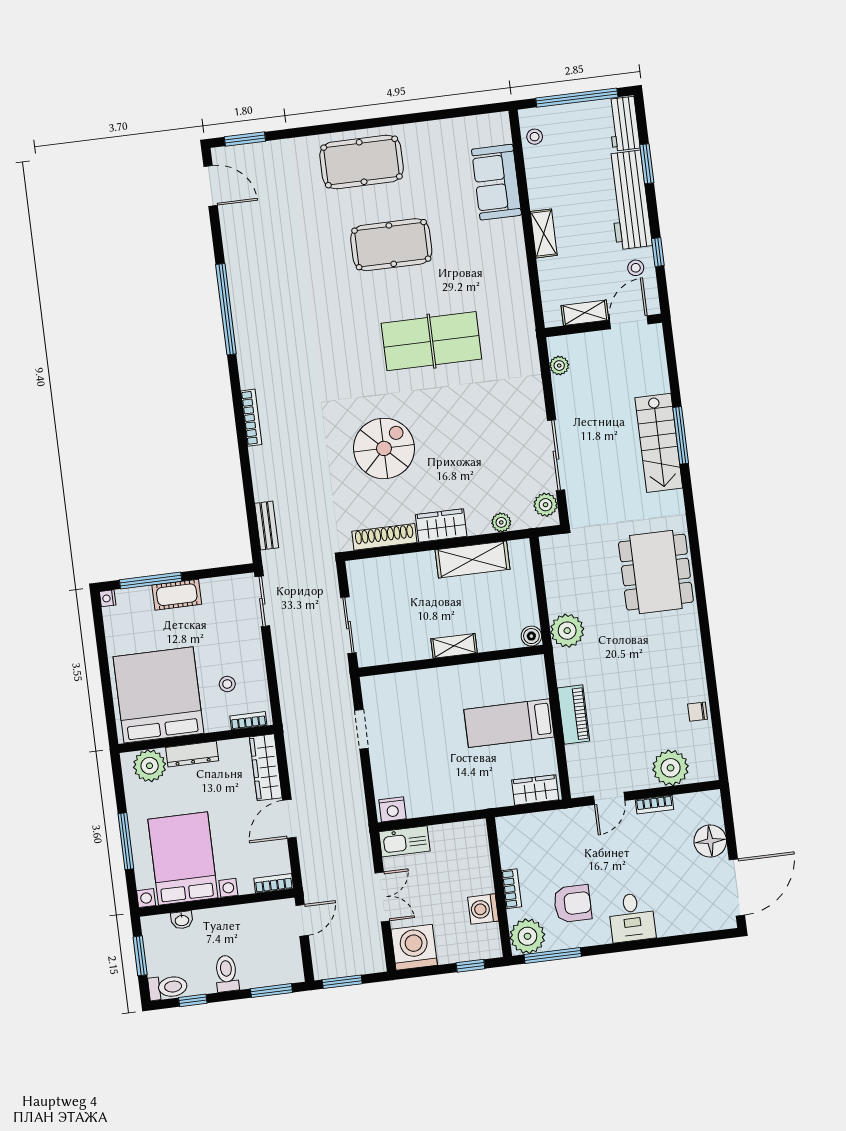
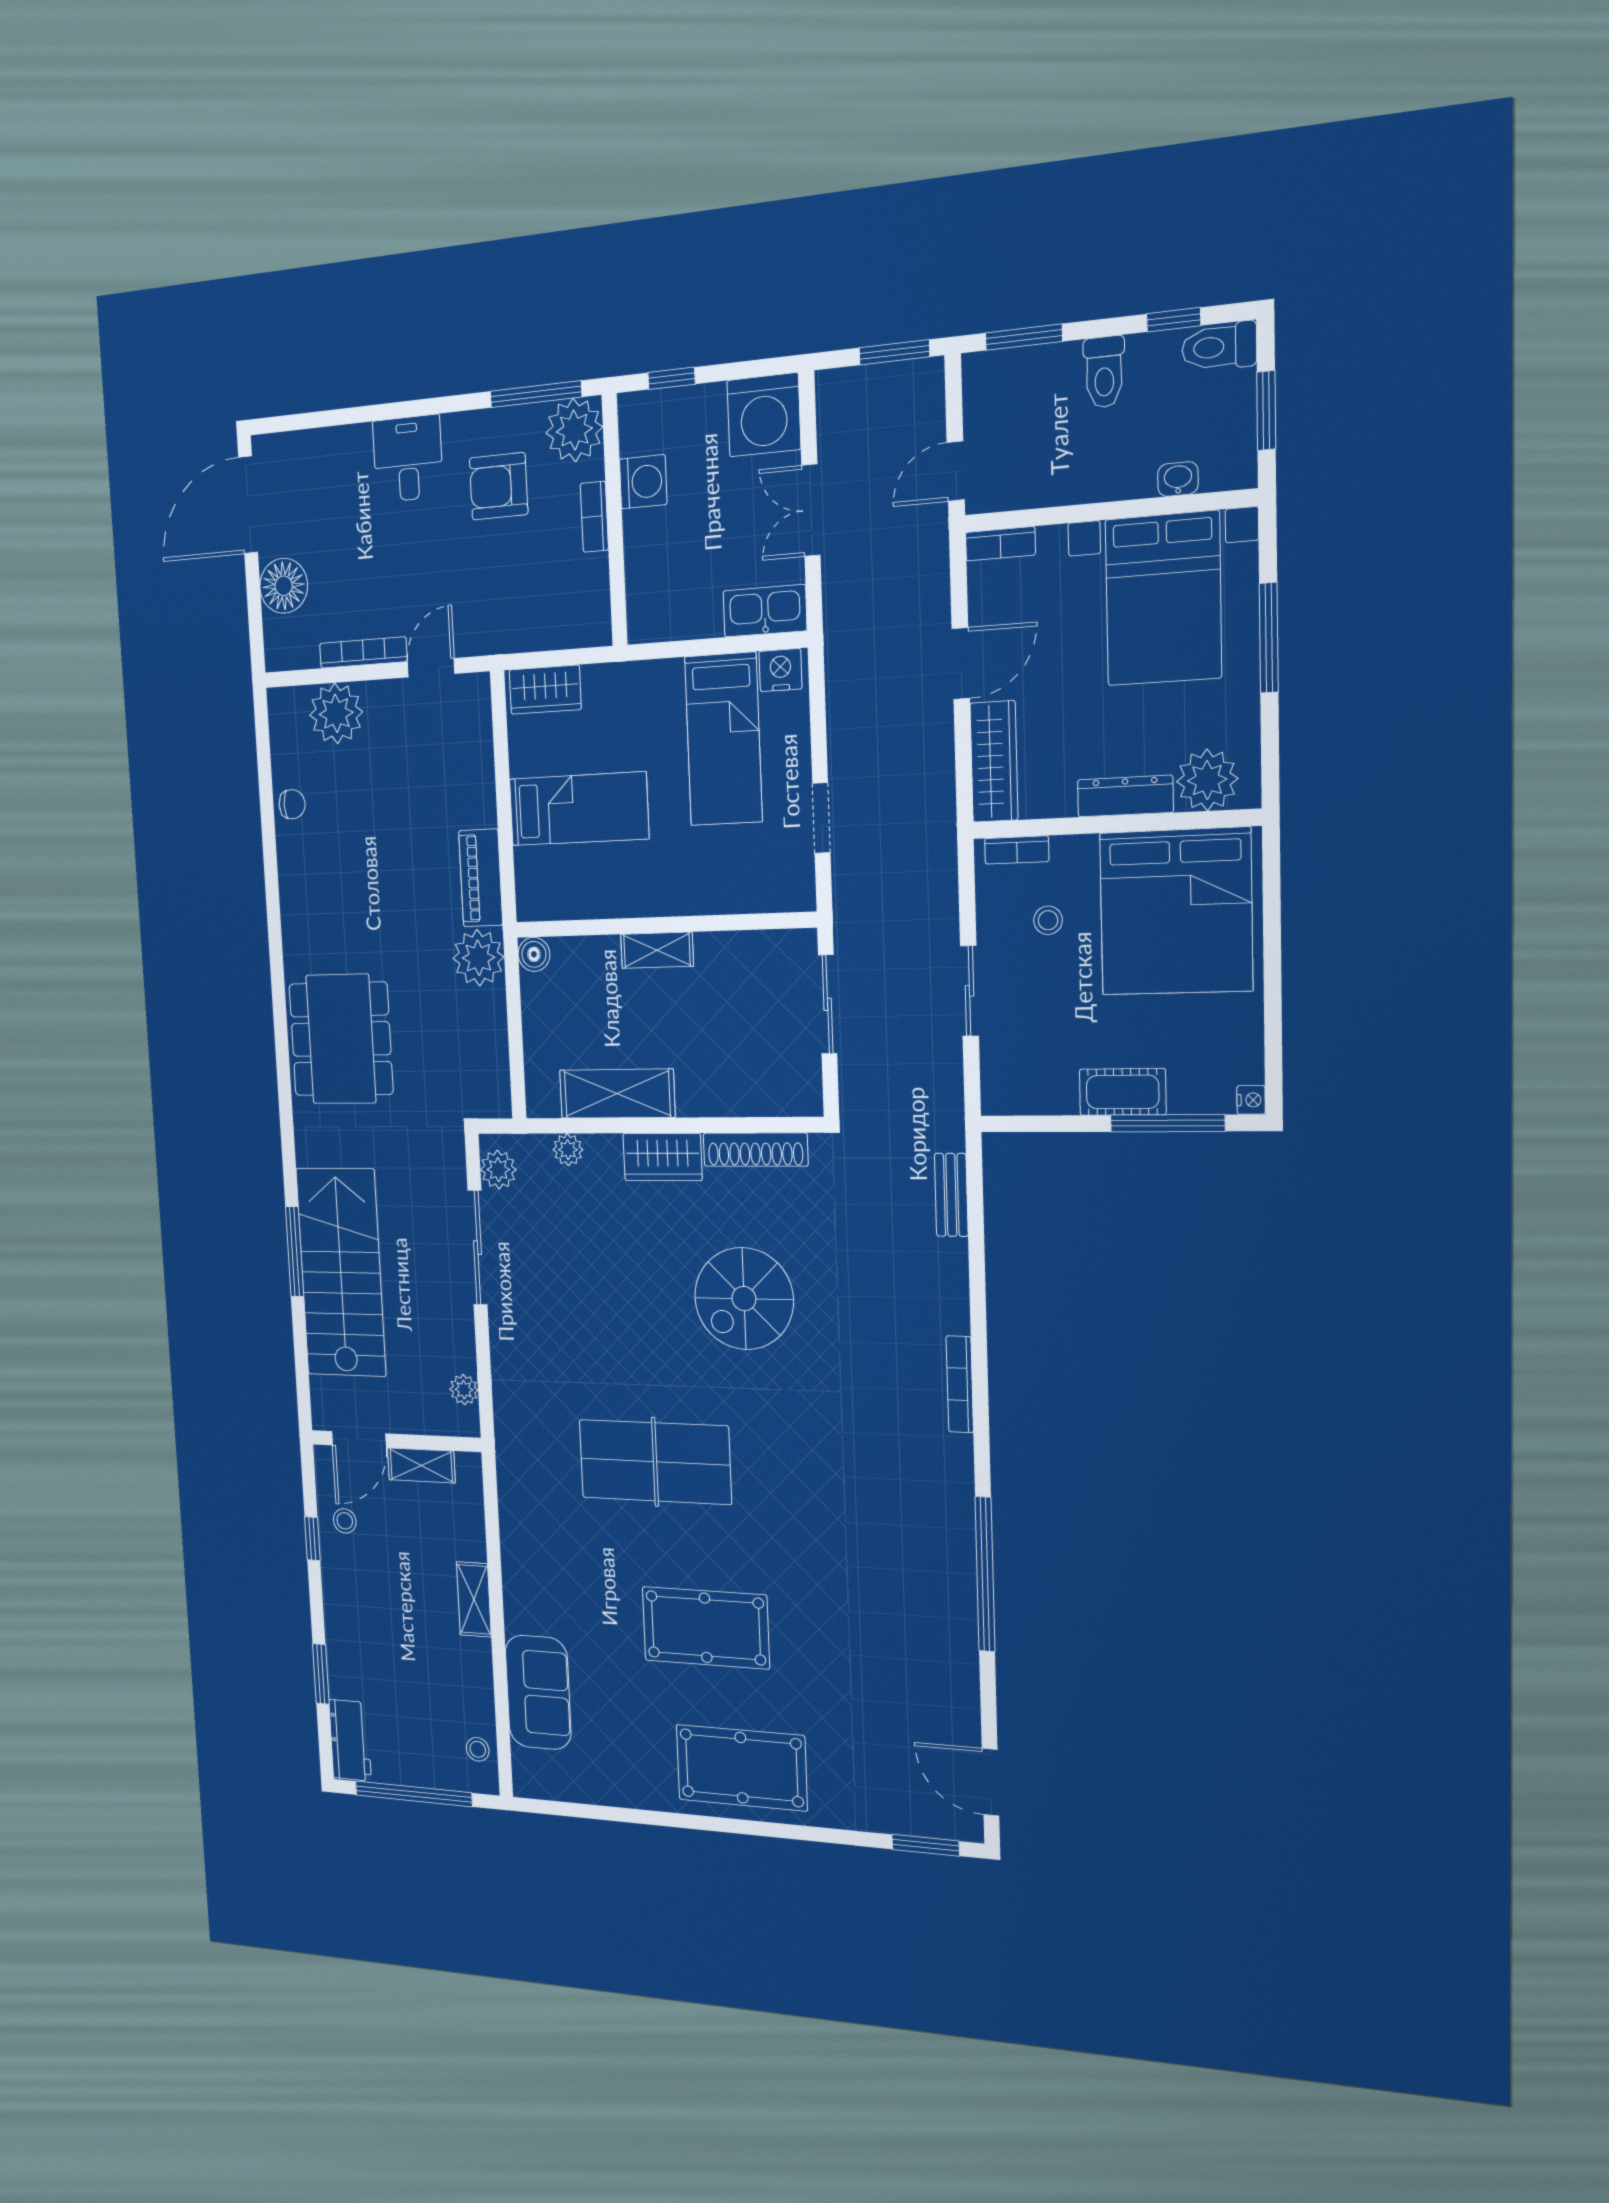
workbench: (629, 200) -> (349, 1625), removed
stairs: (659, 443) -> (341, 1272), width x1.36, depth x1.51
sliding door: (262, 601) -> (969, 991), moved
piano: (573, 714) -> (481, 878), moved
bed: (423, 769) -> (723, 739), added
bookcase: (654, 805) -> (363, 652), width x1.56

